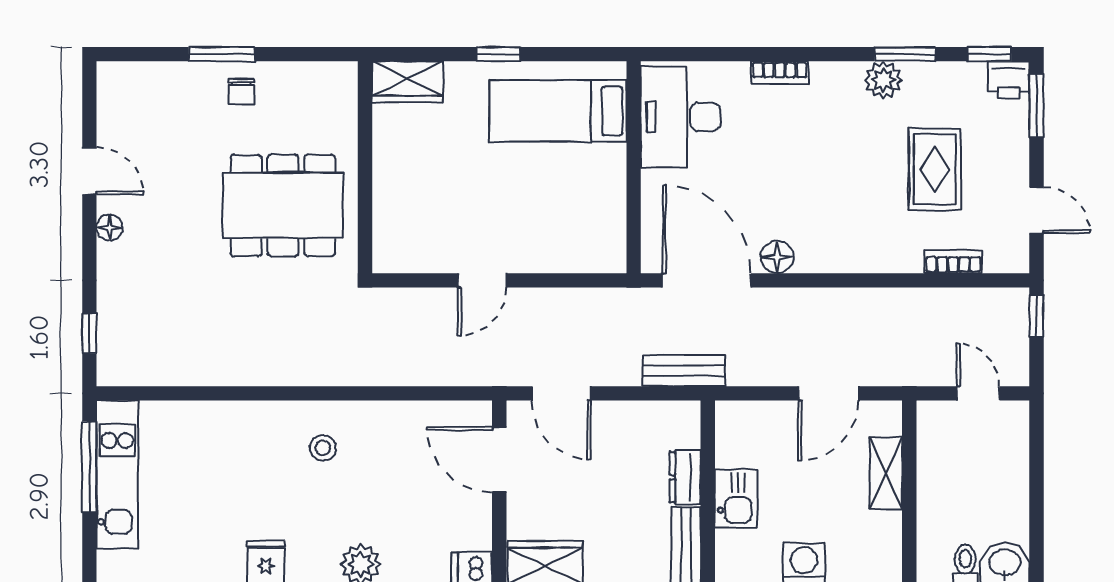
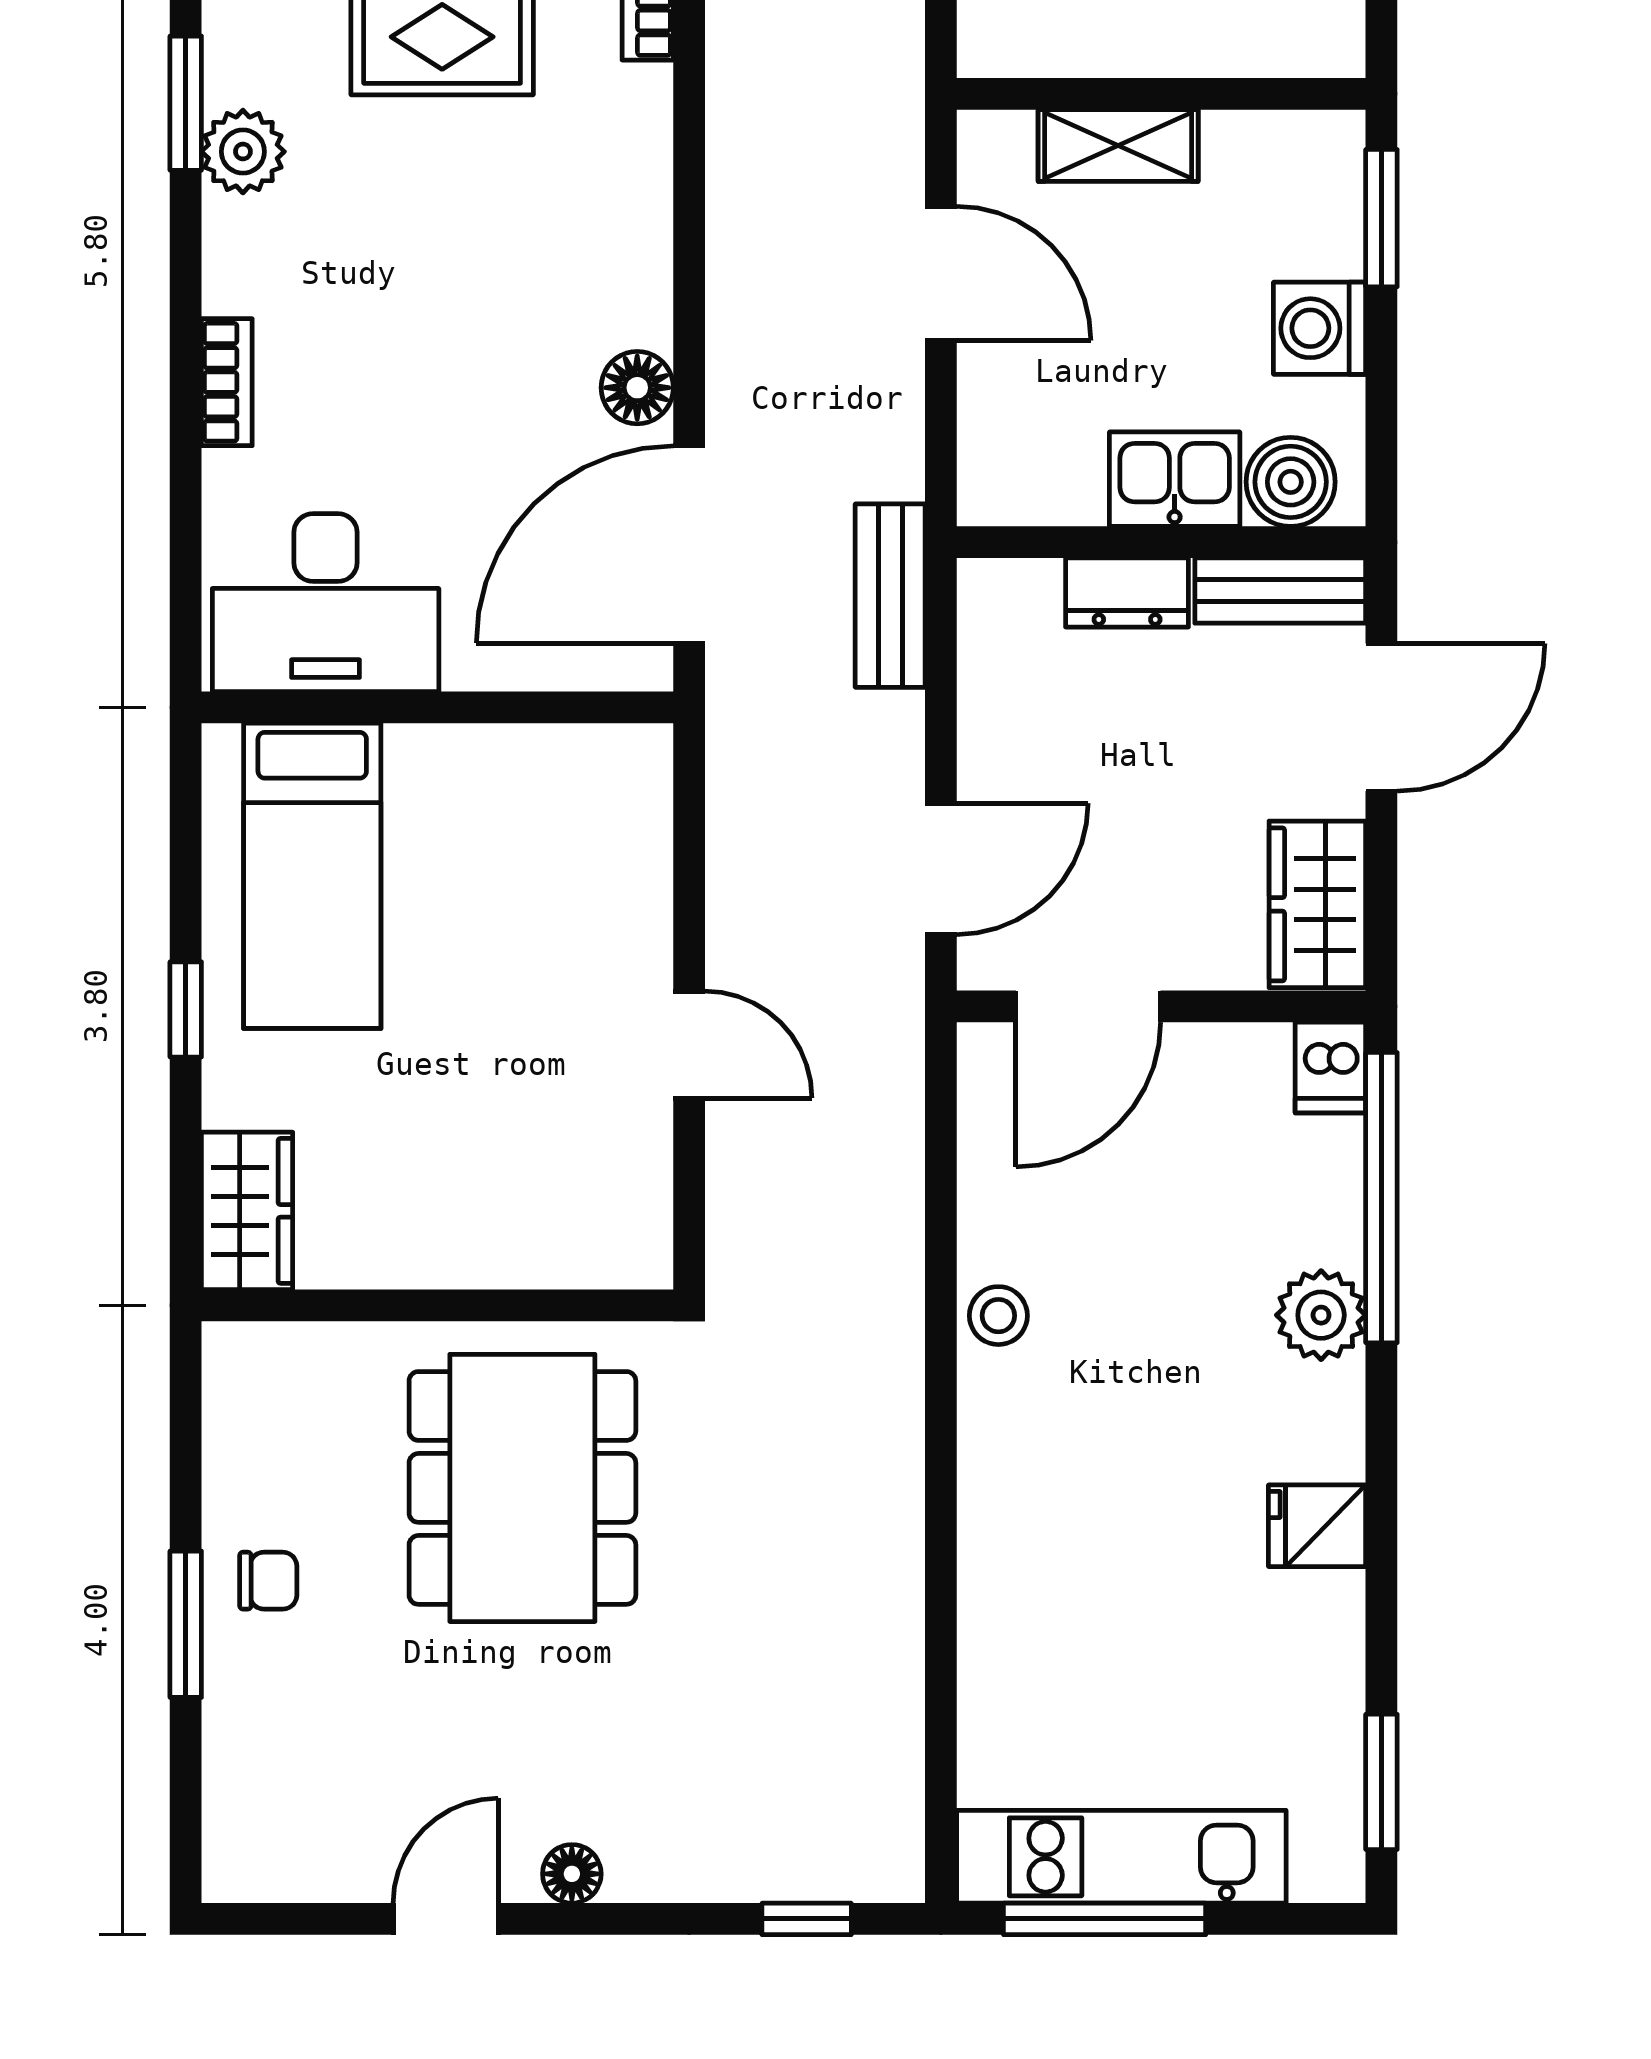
stool: (323, 448) -> (998, 1316), moved
boiler: (735, 551) -> (1291, 482), added

